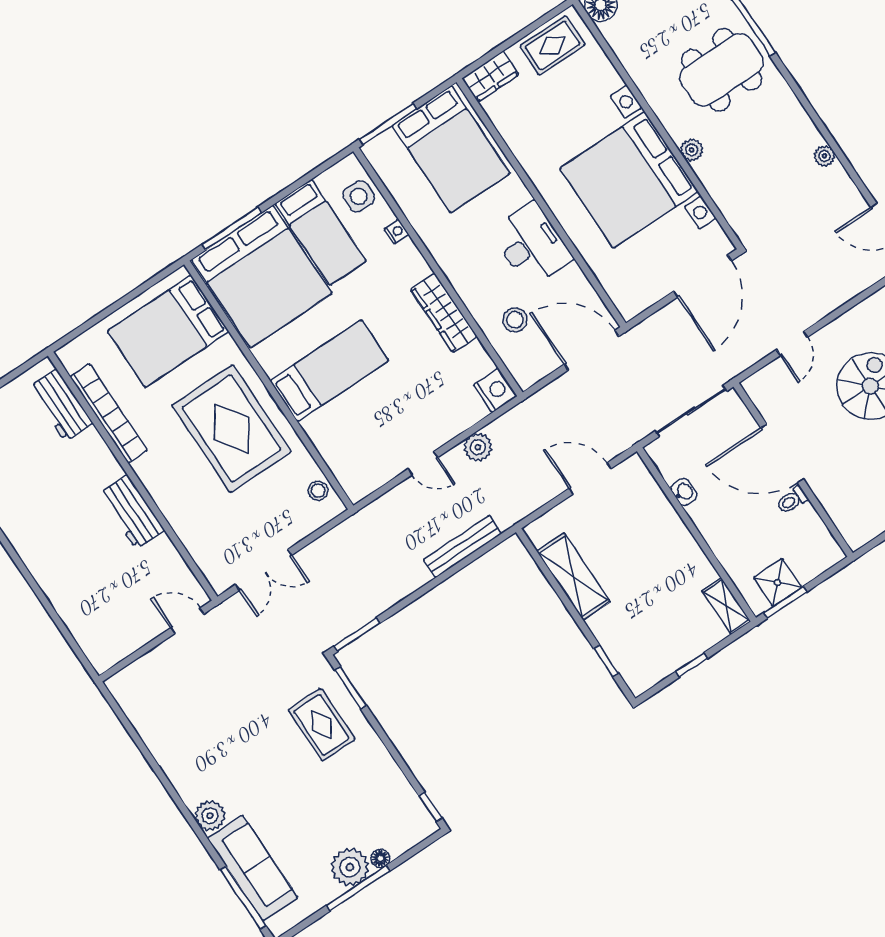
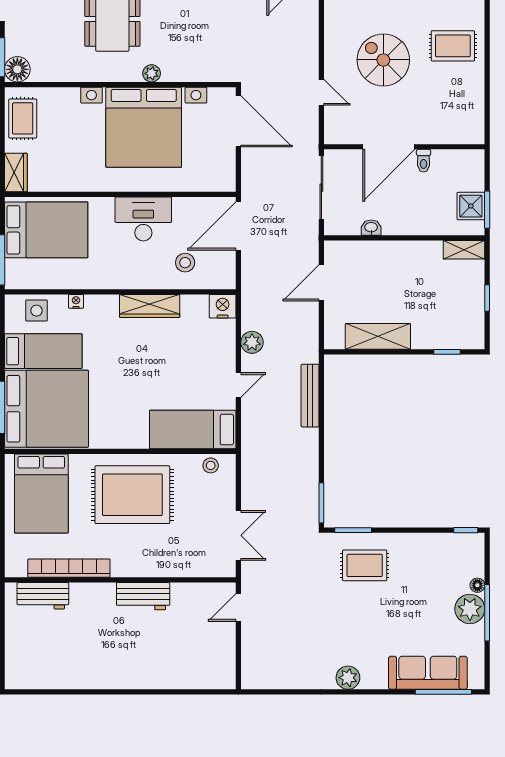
bed: (329, 371) -> (193, 430), moved, turned -90
plant: (210, 816) -> (348, 678), moved

